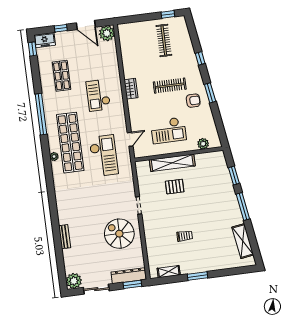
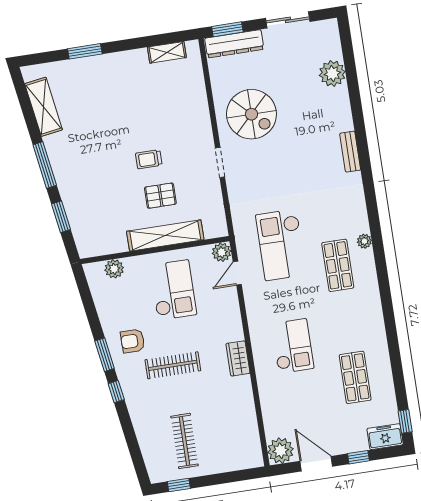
window: (200, 58) -> (116, 392), moved
window: (41, 114) -> (388, 312), removed
checkout: (168, 130) -> (173, 290), turned 90
shop shelf: (70, 143) -> (338, 265), width x0.50, depth x0.74
plant: (139, 152) -> (222, 252), added
trolley: (185, 236) -> (149, 159), moved
bench: (65, 237) -> (350, 152), moved
window: (197, 276) -> (85, 51), moved
plant: (74, 281) -> (332, 73), moved

